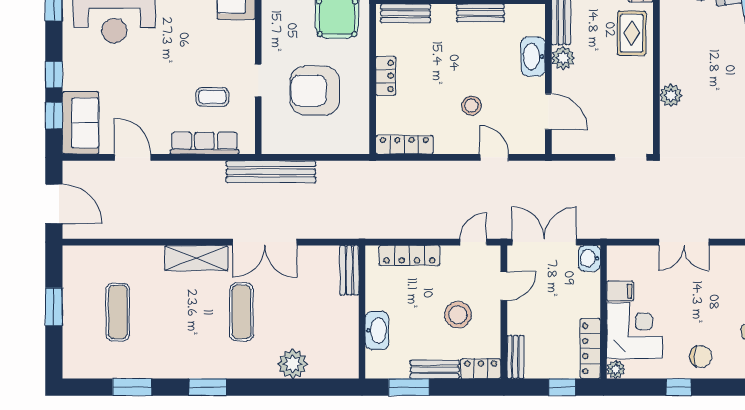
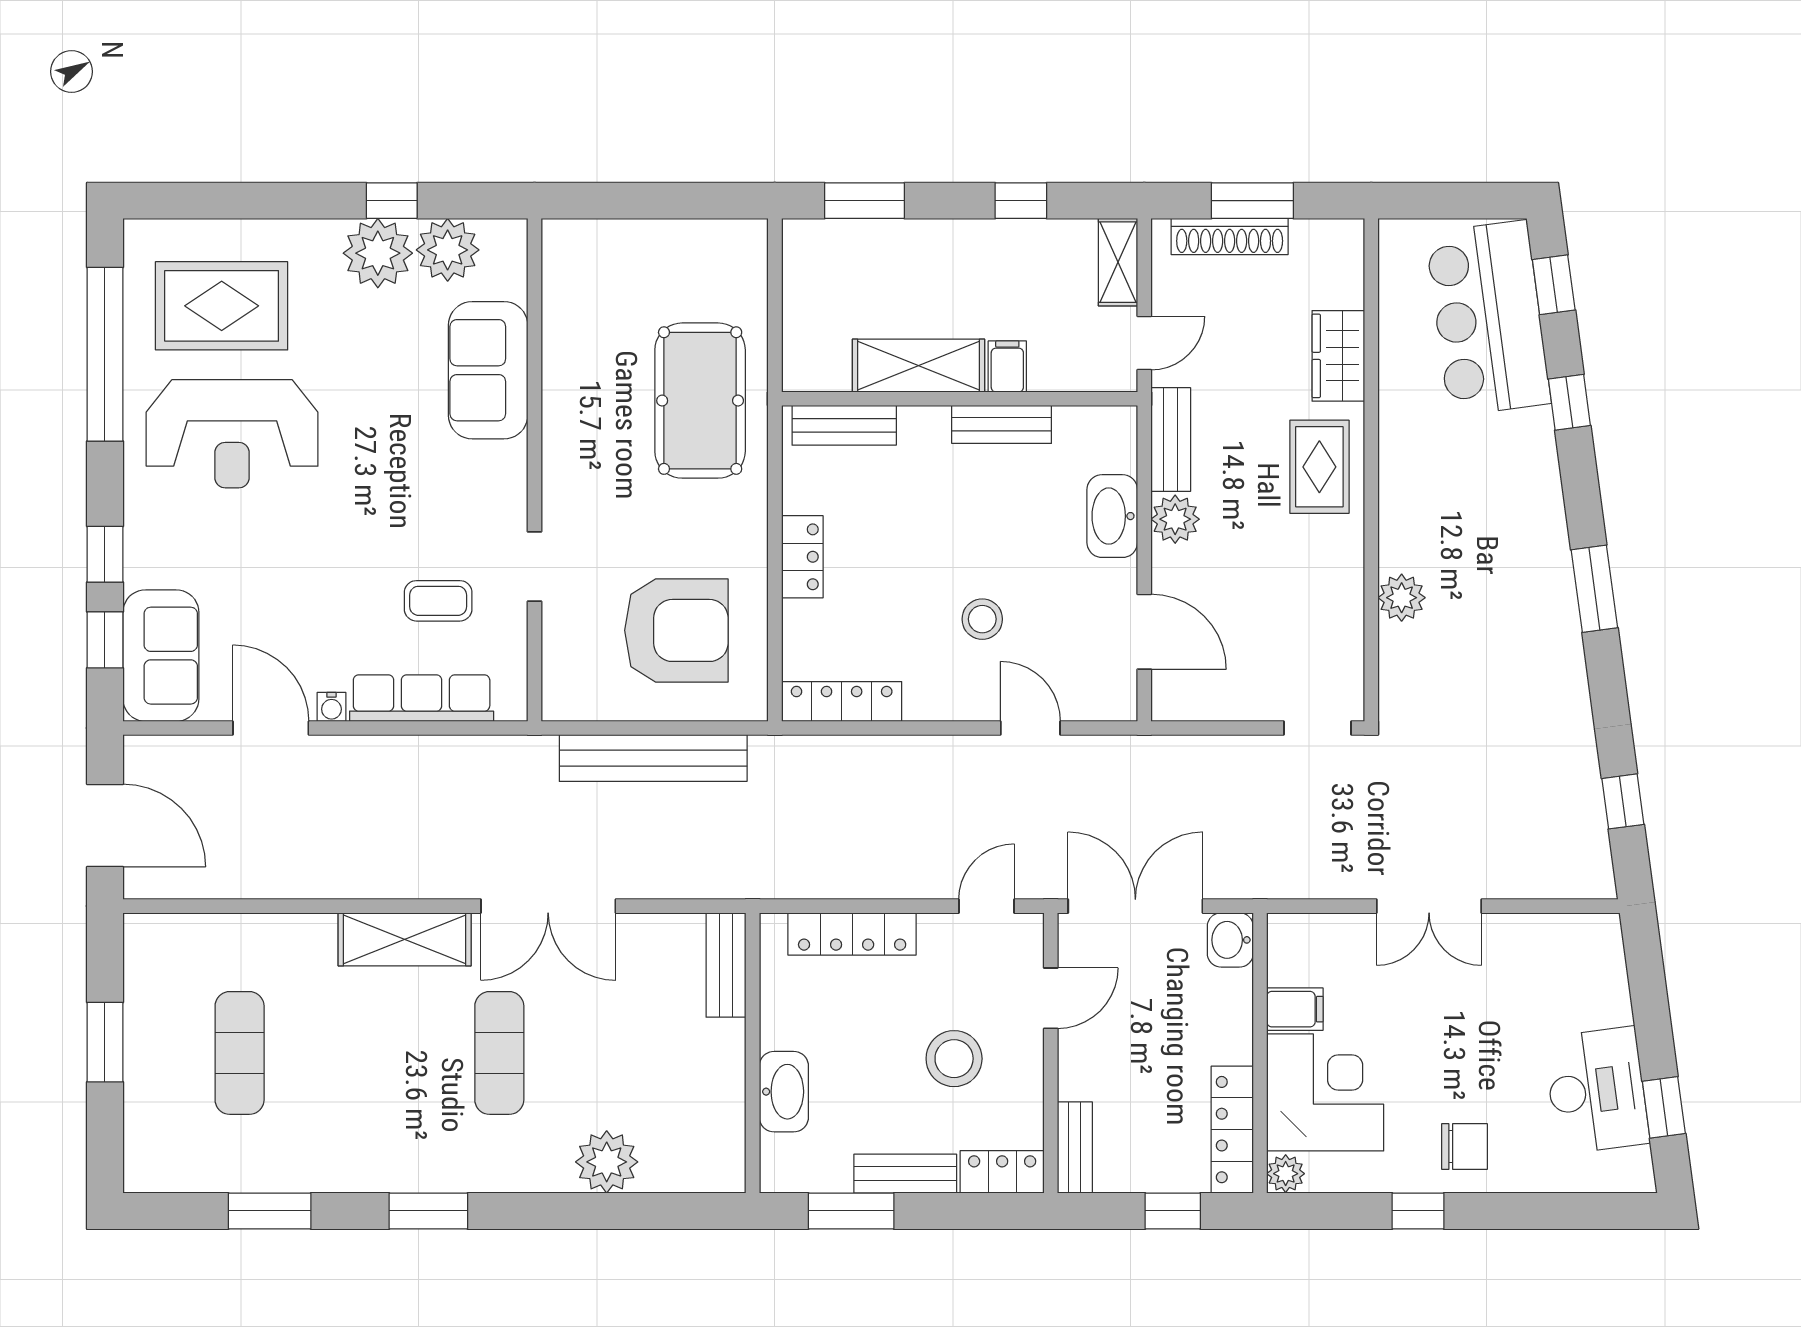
armchair: (315, 91) -> (676, 630), moved, turned 180
water cooler: (162, 147) -> (331, 707), added
bench: (271, 172) -> (653, 758), moved

